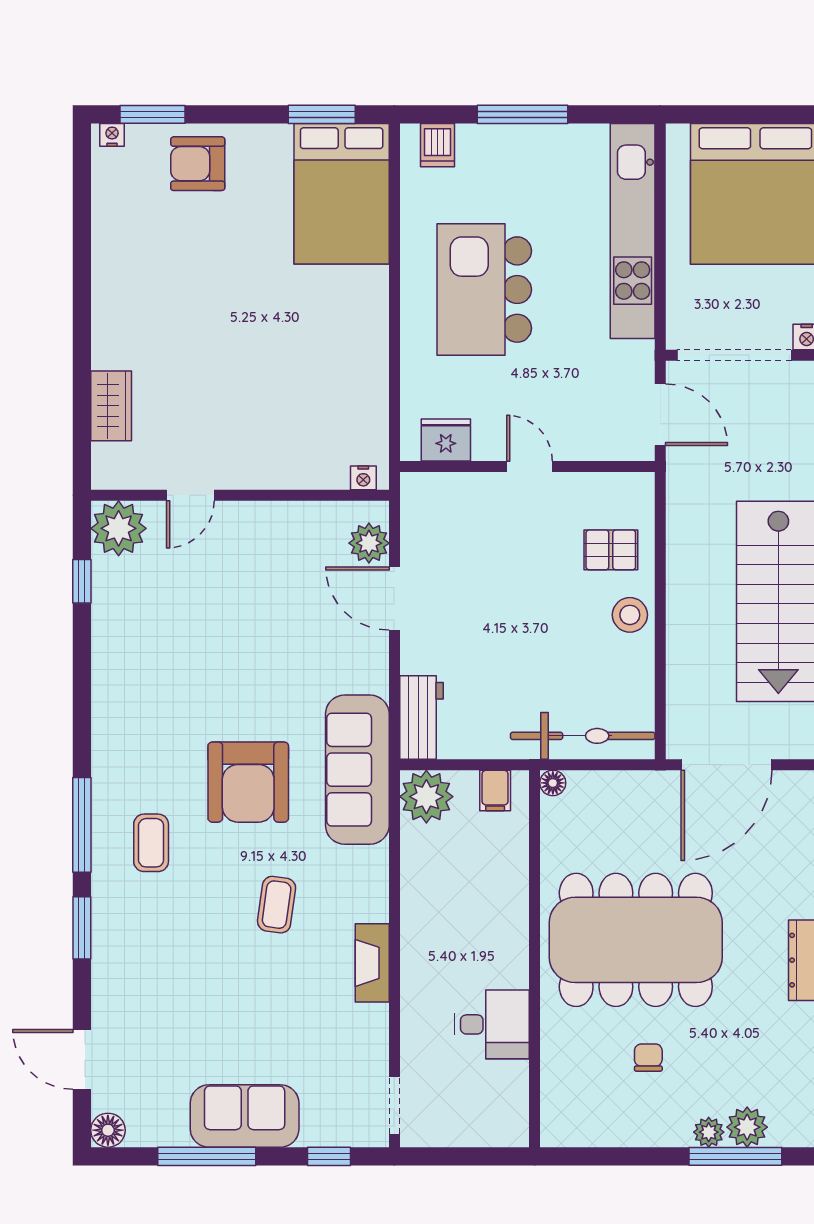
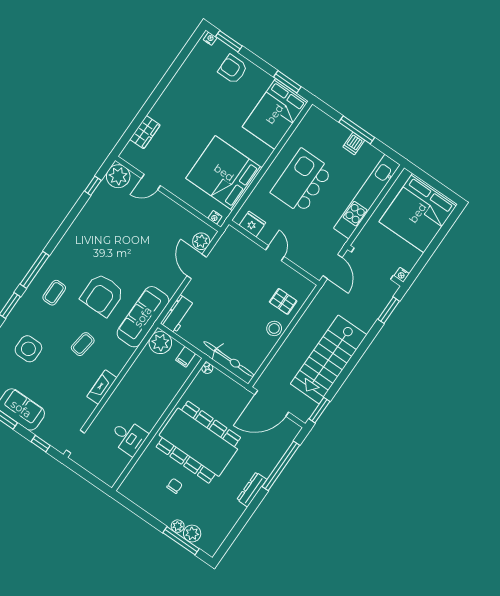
dishwasher: (437, 145) -> (354, 144), moved
bed: (321, 379) -> (224, 173), added
side table: (177, 987) -> (28, 349), added

